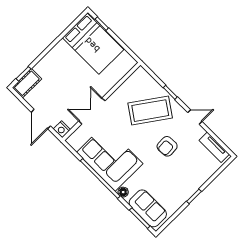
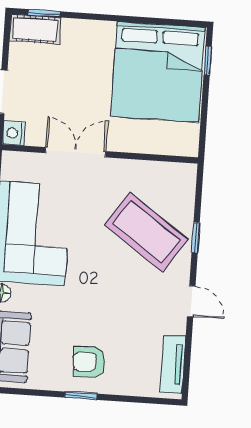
bed: (93, 44) -> (158, 72), width x1.36
armchair: (167, 146) -> (89, 362), moved

